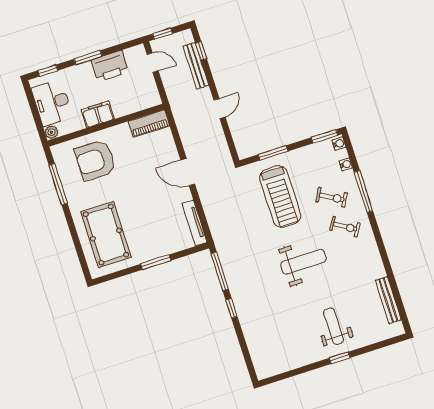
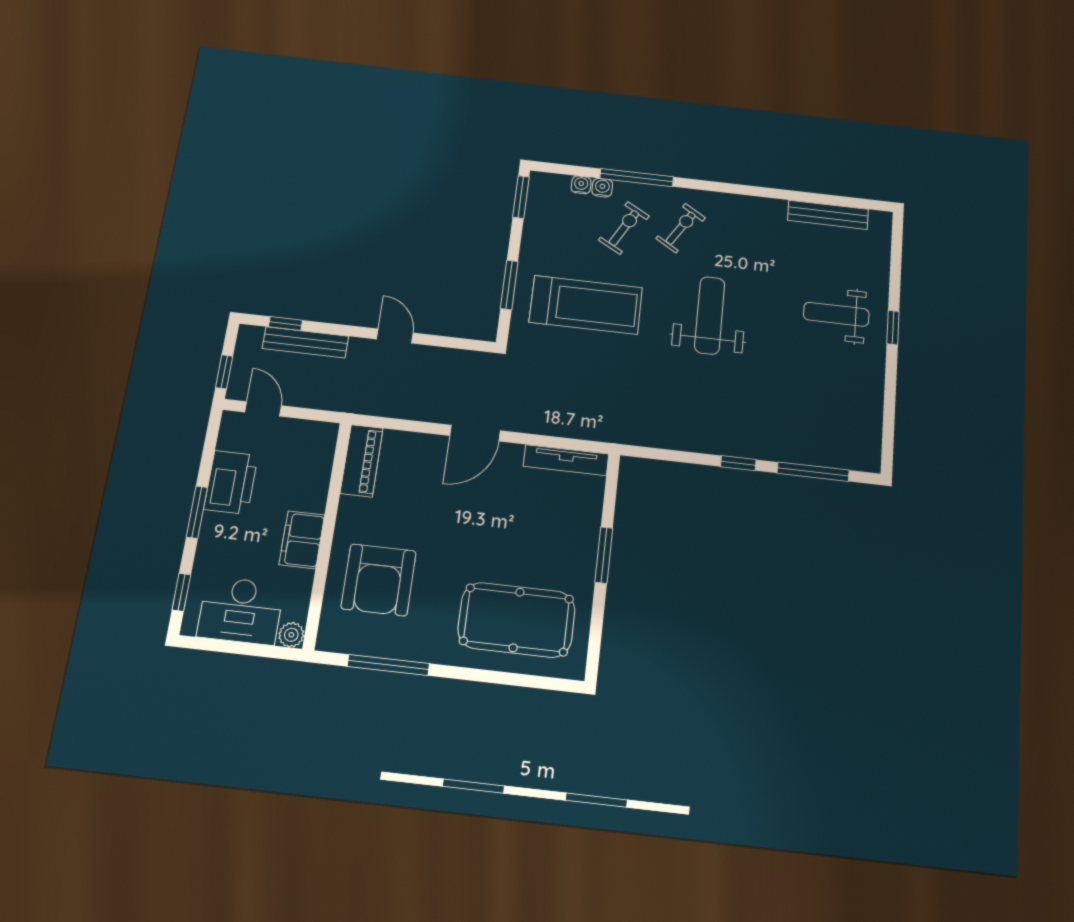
door: (153, 63) -> (263, 409), hinge flipped
water cooler: (339, 144) -> (602, 188), moved
window: (220, 271) -> (813, 472), moved

